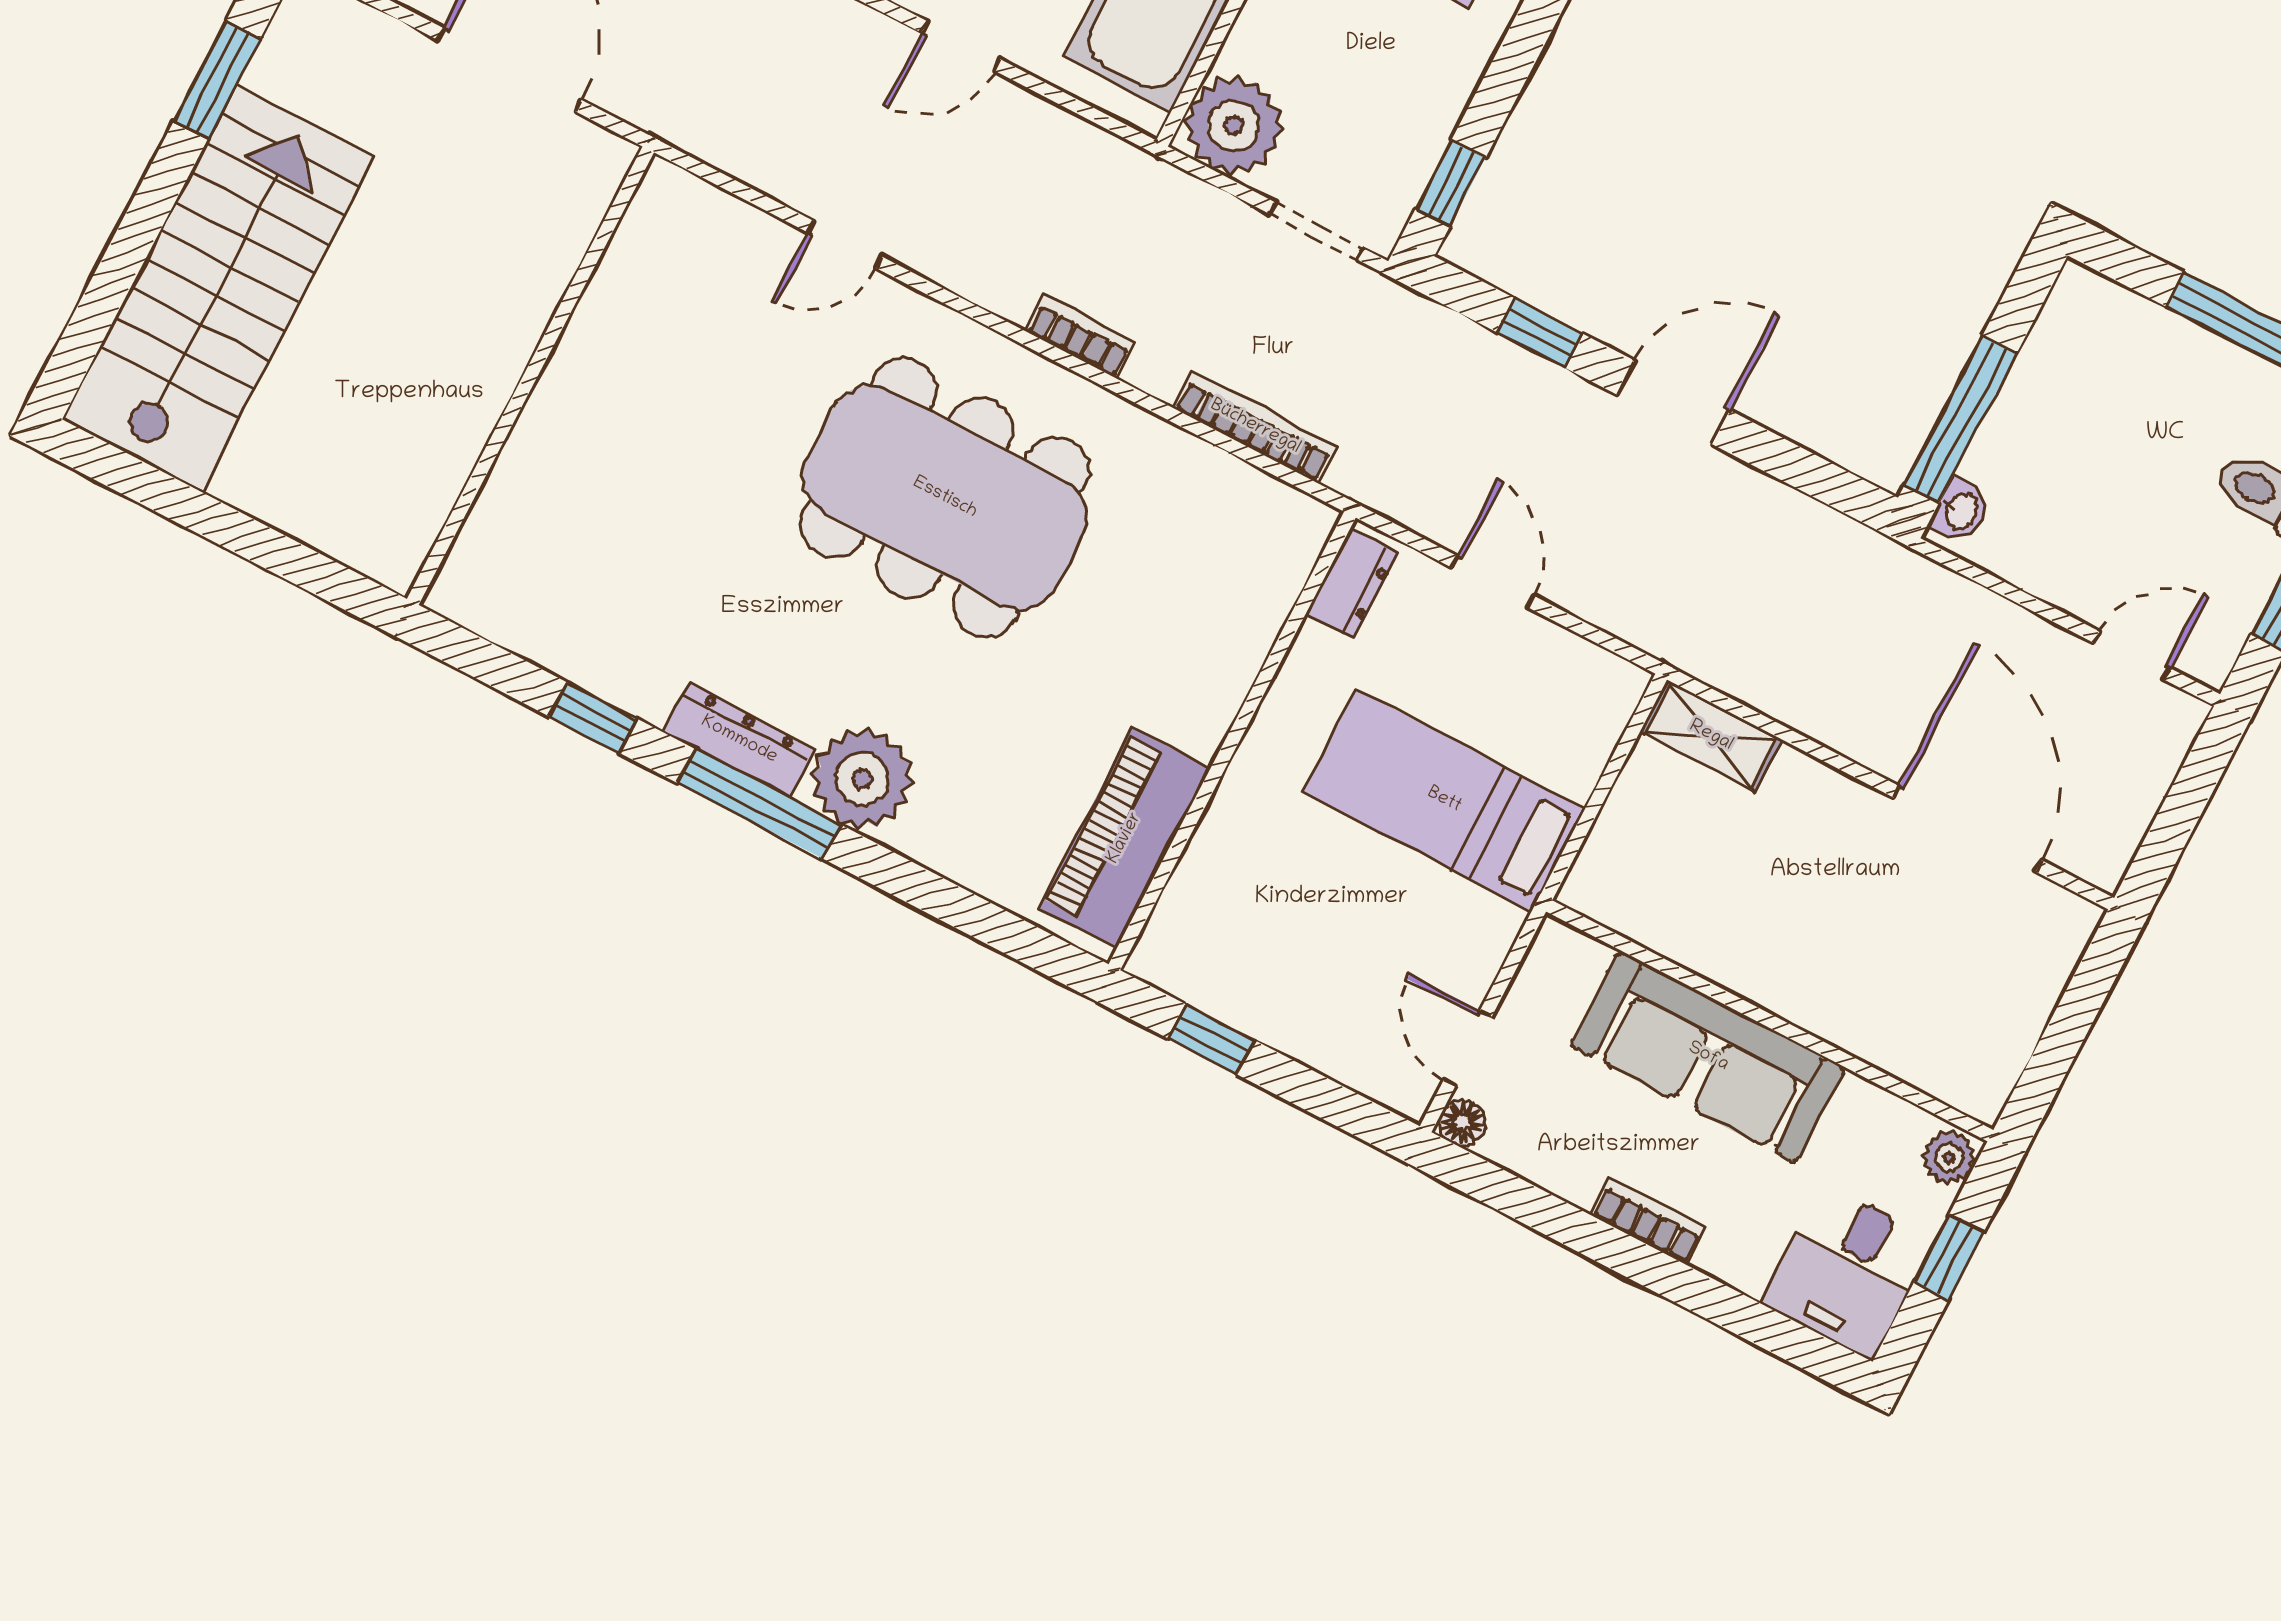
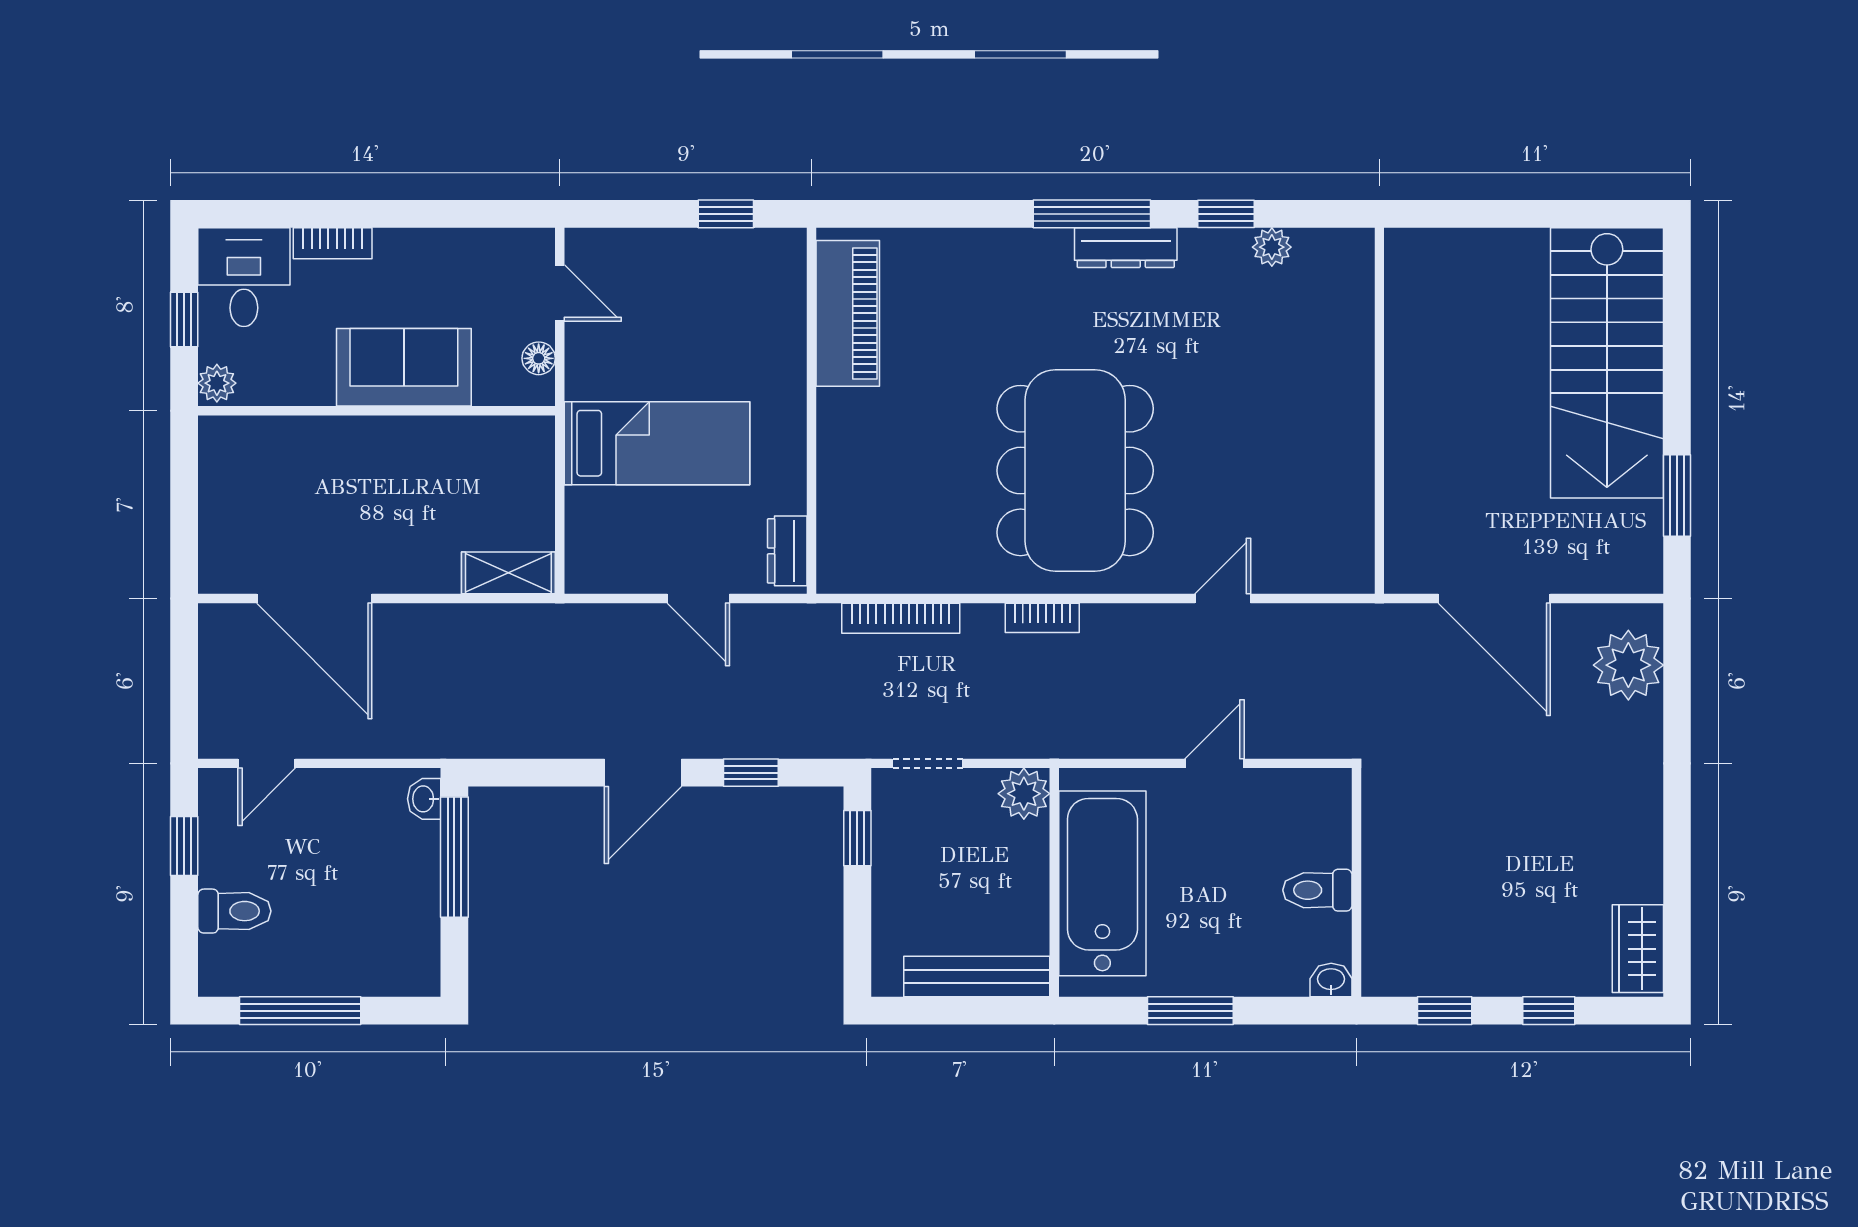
plant: (1234, 126) -> (1024, 794), width x0.73, depth x0.73
dining table: (945, 498) -> (1075, 471), turned 90
plant: (862, 779) -> (1272, 247), moved, width x0.53, depth x0.53
sofa: (1708, 1057) -> (404, 367), width x0.73
floor lamp: (1462, 1122) -> (539, 358), moved
bookcase: (1649, 1221) -> (333, 243), moved

